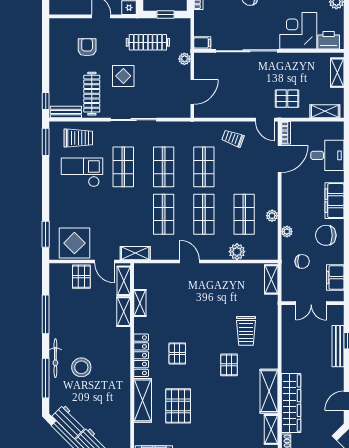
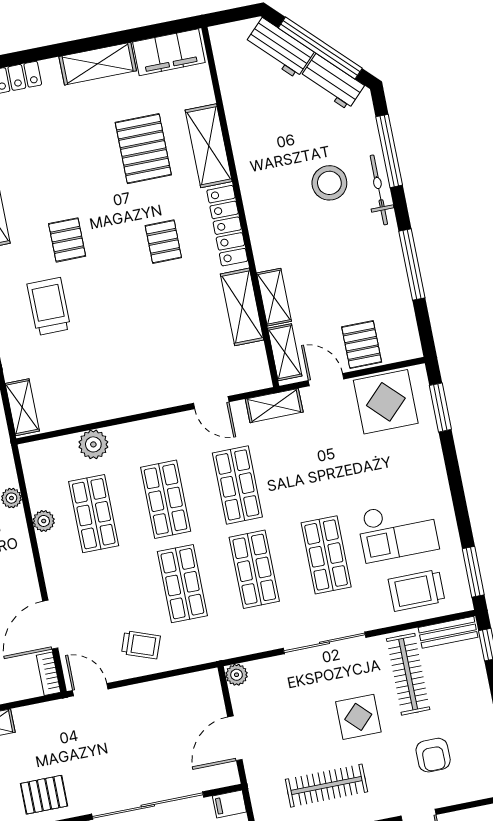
plant: (184, 59) -> (237, 675), moved
door: (192, 92) -> (235, 738), moved
pallet: (287, 99) -> (44, 795), moved
door: (190, 261) -> (211, 403), moved
shelving: (140, 303) -> (242, 307), width x1.50, depth x1.33

